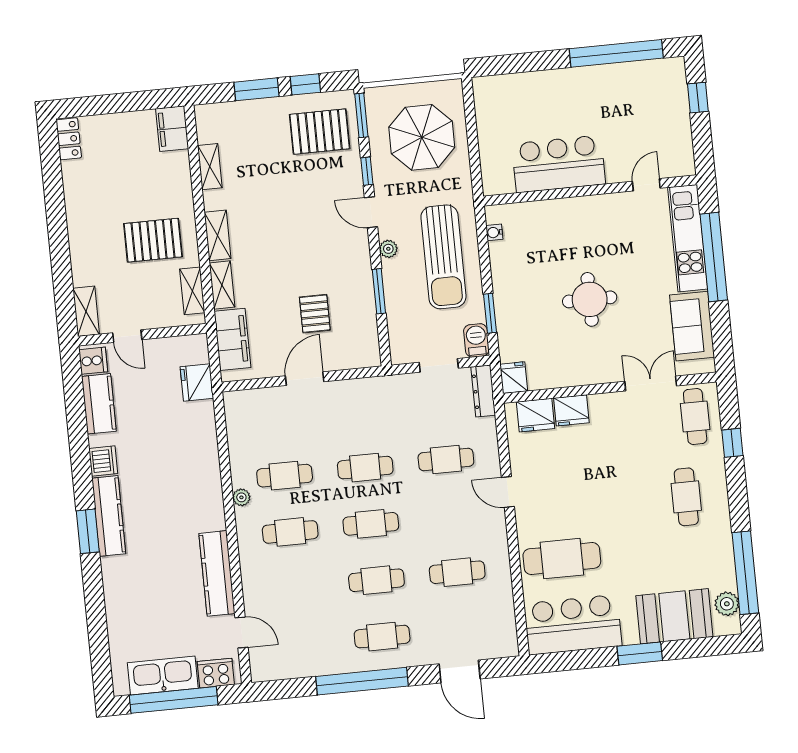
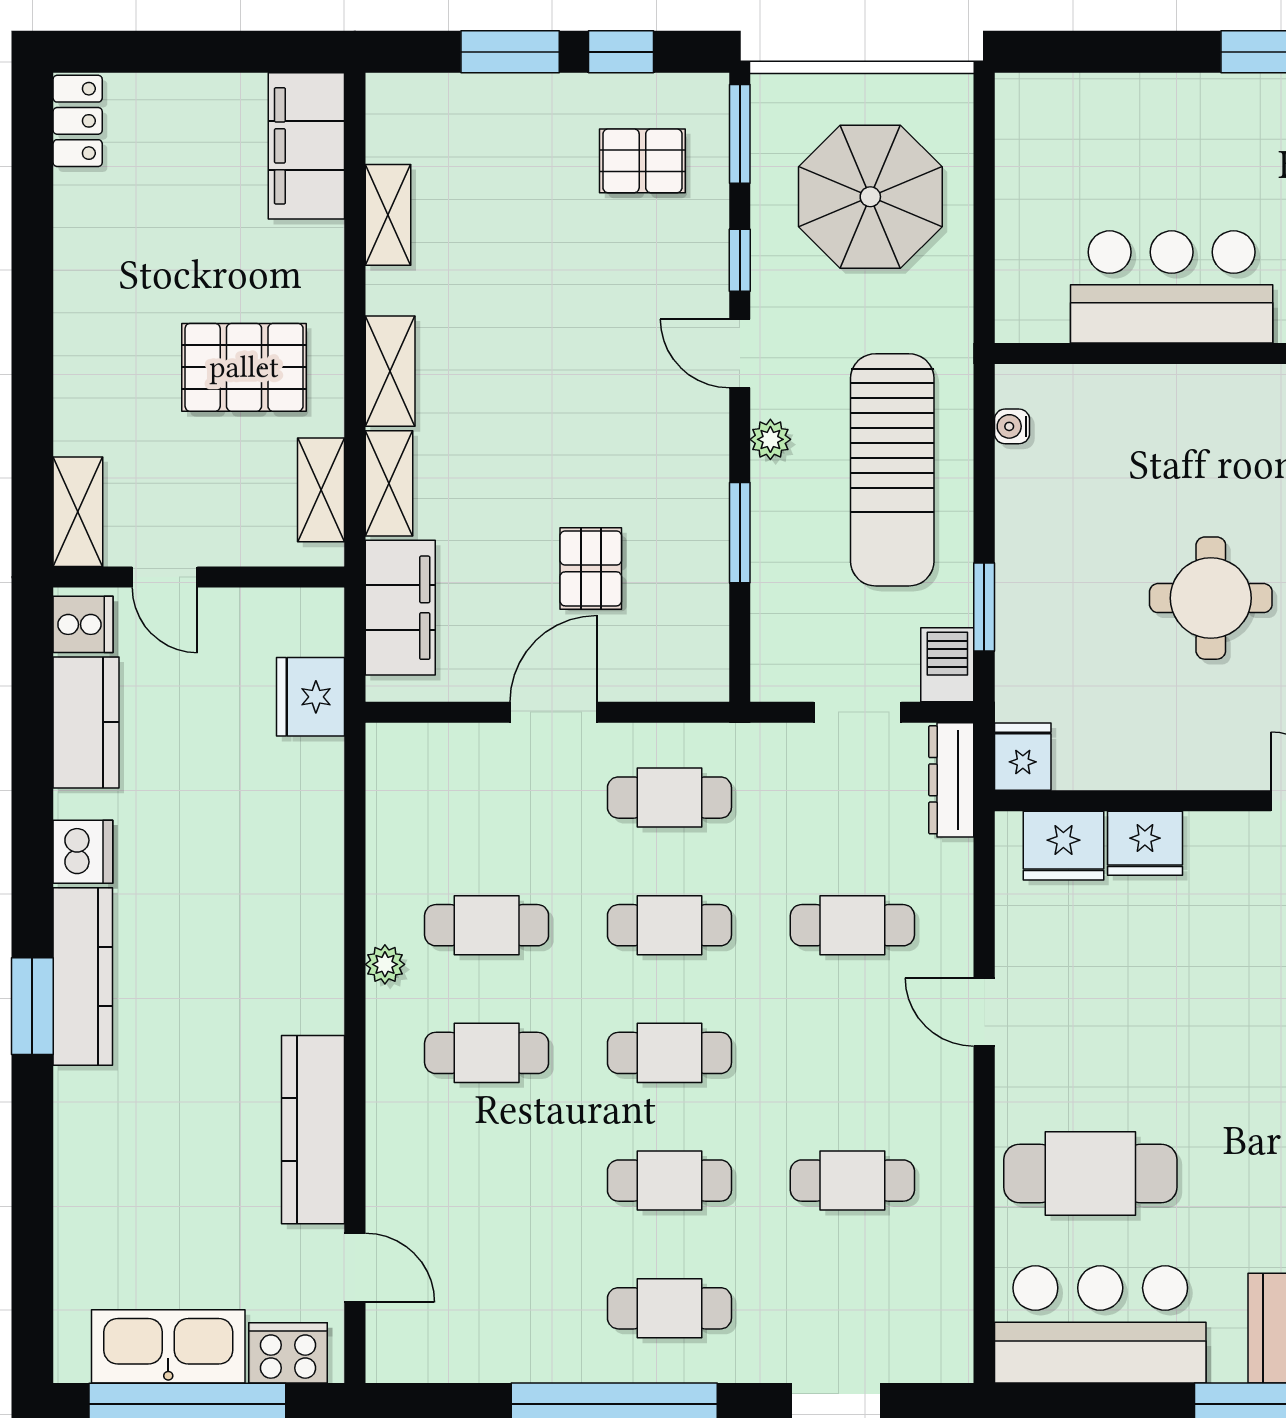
filing cabinet: (172, 129) -> (306, 146), width x1.50, depth x1.17
pallet: (320, 132) -> (642, 161), width x0.67, depth x0.71
cafe table: (360, 411) -> (669, 798), added

